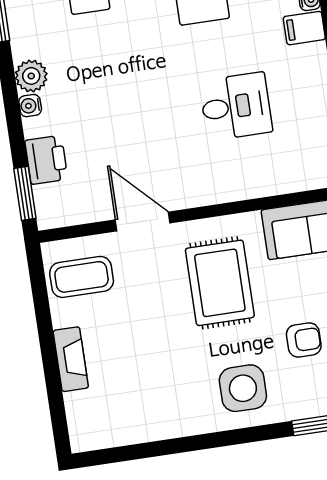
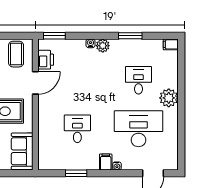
desk: (236, 106) -> (77, 129), turned 180
printer: (46, 160) -> (46, 60), moved, turned -90

